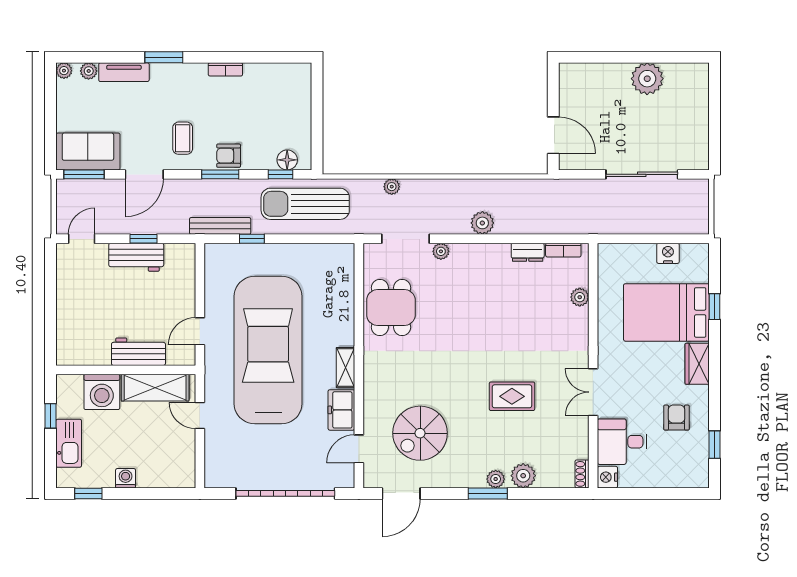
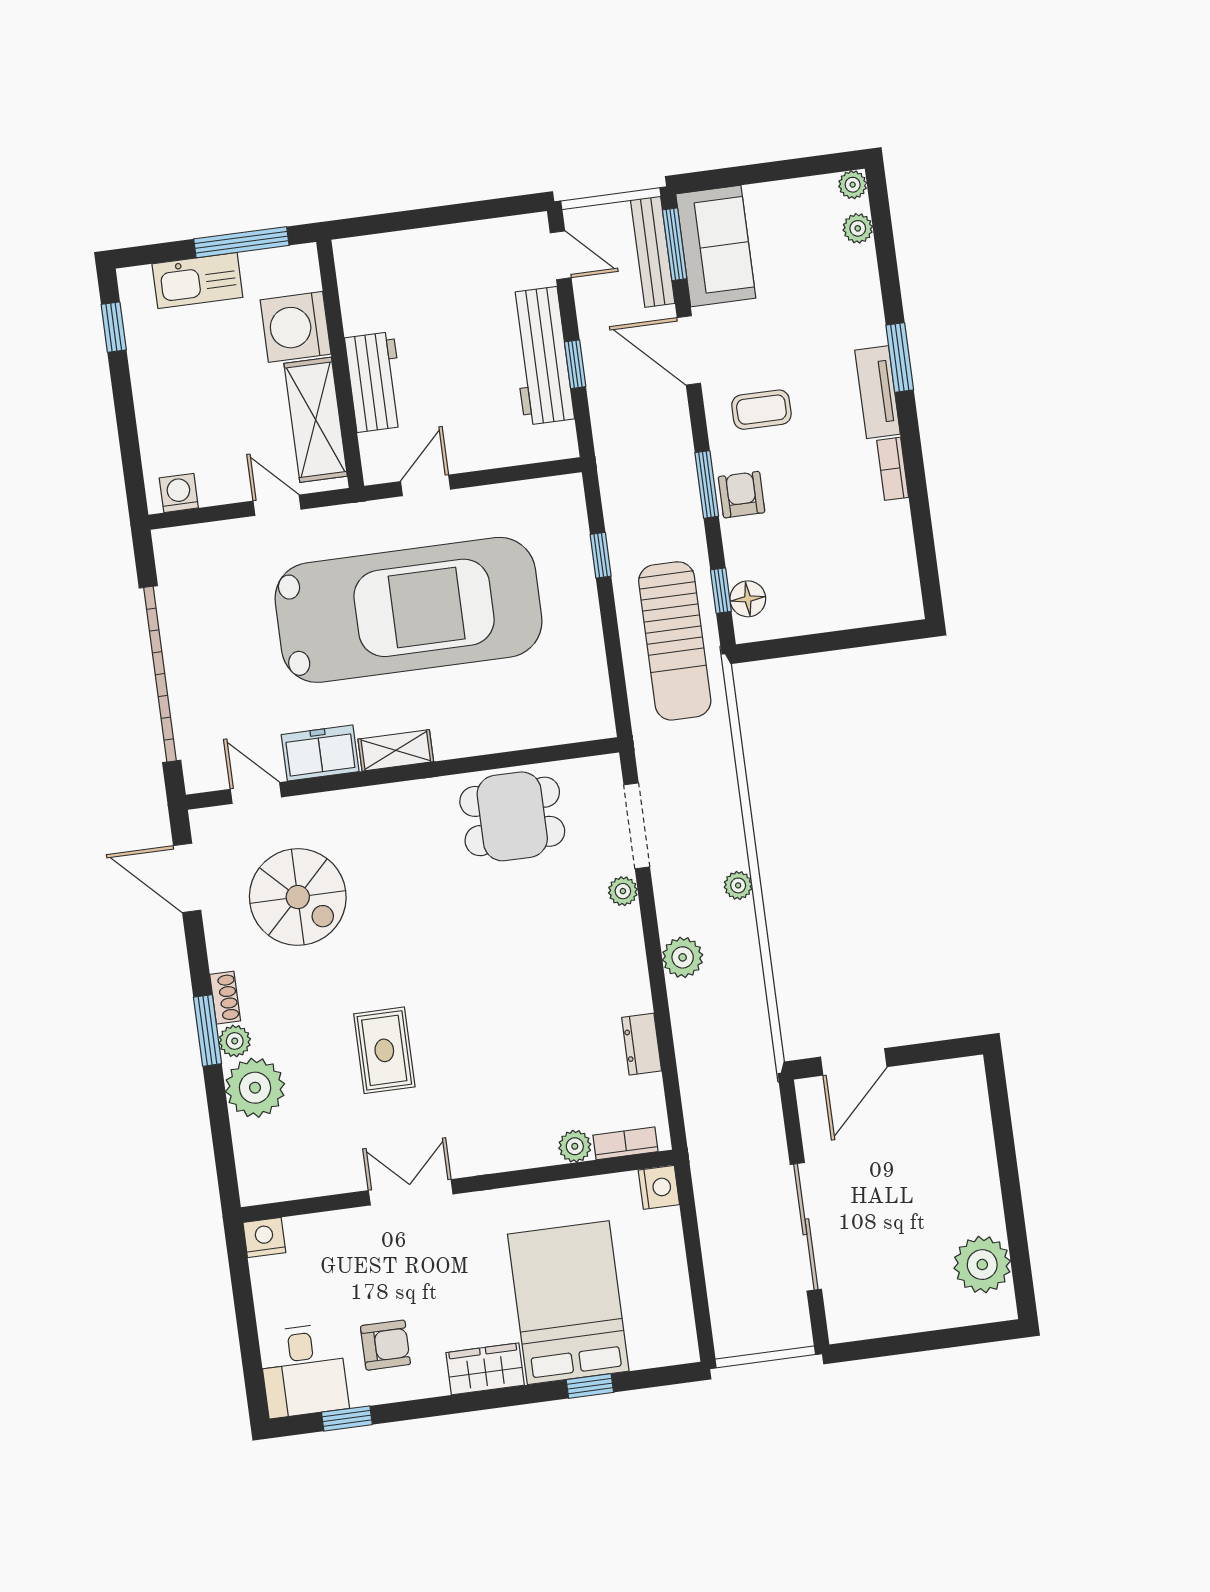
tv unit: (124, 72) -> (878, 392), moved
plant: (647, 79) -> (982, 1265), moved
plant: (392, 187) -> (738, 885), moved
sun lounger: (305, 204) -> (675, 641), turned 180
bench: (220, 226) -> (653, 252), moved
bookcase: (563, 250) -> (625, 1143), moved, turned 90
nightstand: (668, 253) -> (659, 1187), moved
workbench: (136, 257) -> (541, 356), width x1.37
door: (200, 331) -> (426, 485), hinge flipped
window: (51, 416) -> (241, 242), width x2.17
door: (200, 416) -> (277, 505), hinge flipped
spiral stairs: (420, 433) -> (298, 897), turned 180
desk: (622, 442) -> (303, 1370), moved, turned 180
shoe rack: (582, 474) -> (225, 998), moved, turned 90
plant: (523, 476) -> (255, 1088), width x1.36, depth x1.36
washing machine: (126, 478) -> (179, 493), moved, turned -90

